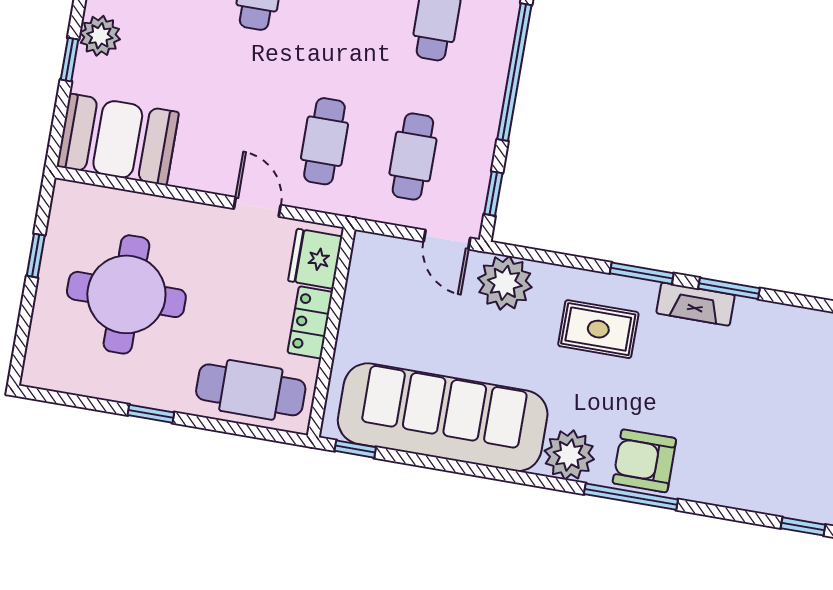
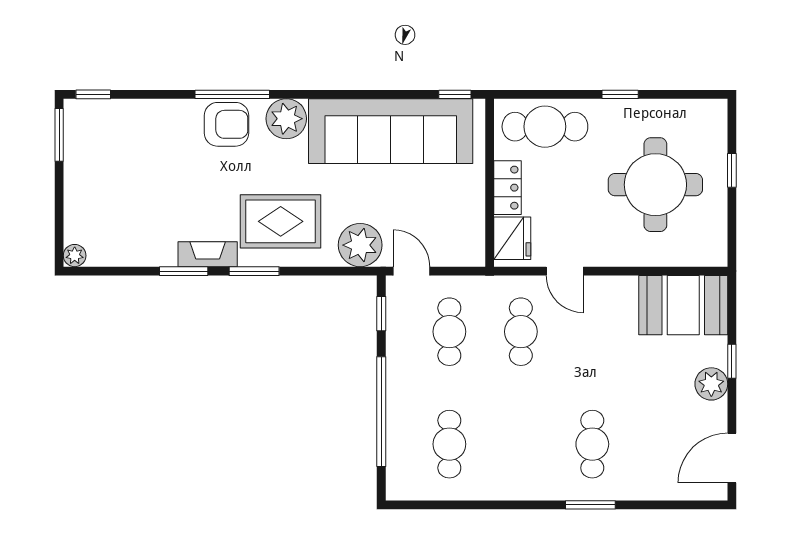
window: (36, 256) -> (732, 170), moved
rug: (598, 329) -> (281, 221), width x1.36, depth x1.43

